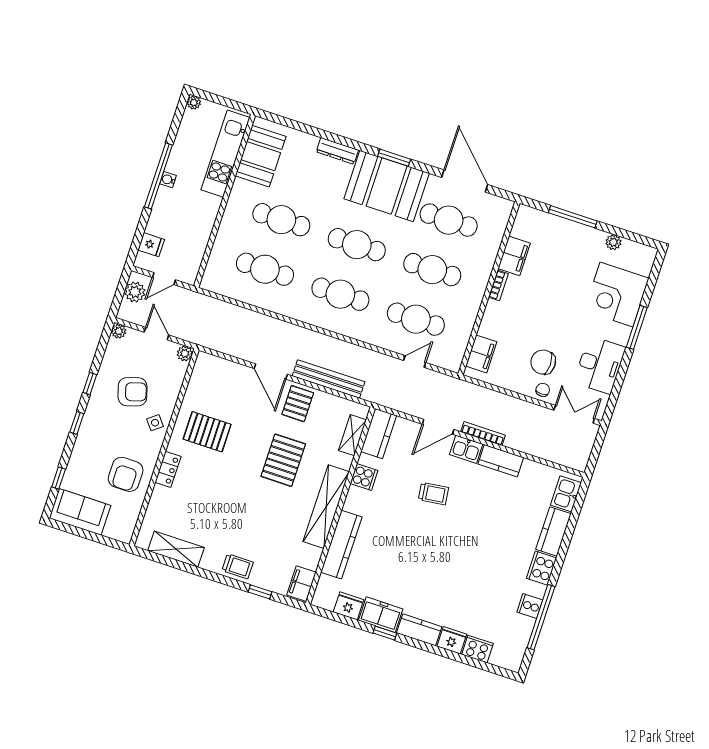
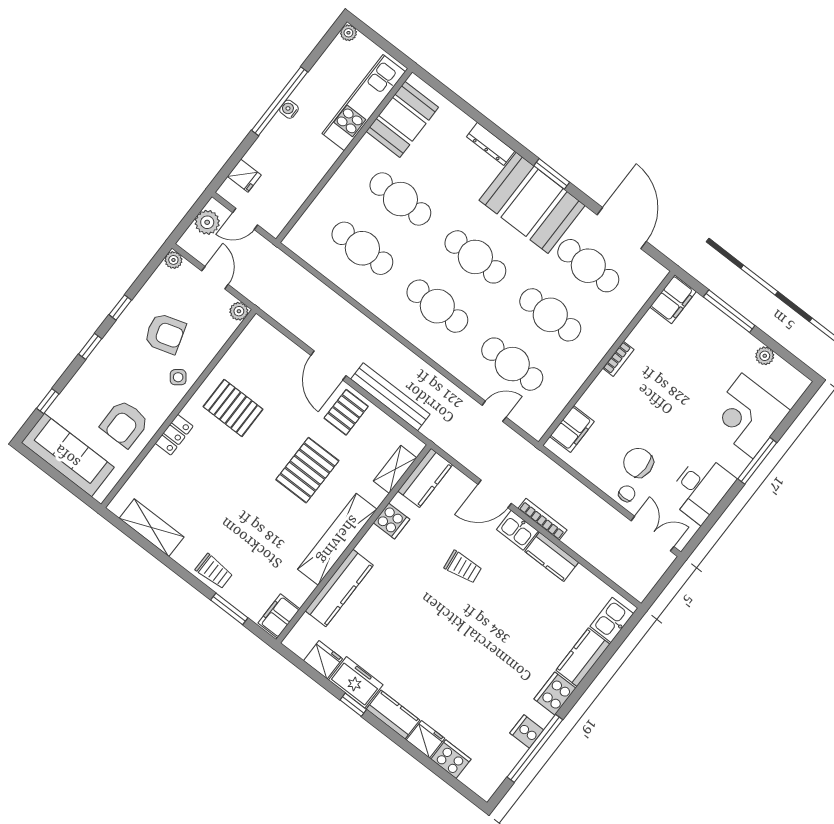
filing cabinet: (514, 256) -> (673, 299), moved
sofa: (80, 512) -> (68, 455), width x1.36
window: (260, 592) -> (229, 609), width x1.50

